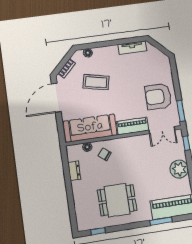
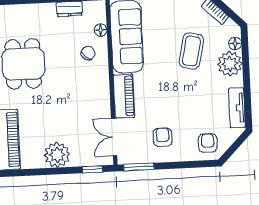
plant: (102, 55) -> (230, 64), added
armchair: (159, 65) -> (208, 143), added
armchair: (158, 97) -> (163, 137), width x0.53, depth x0.53

